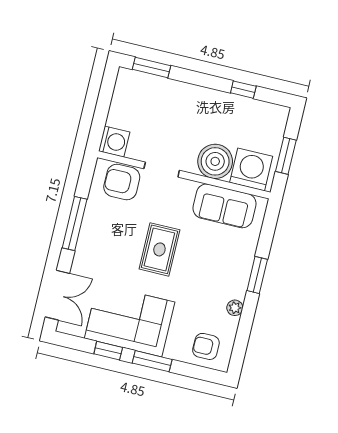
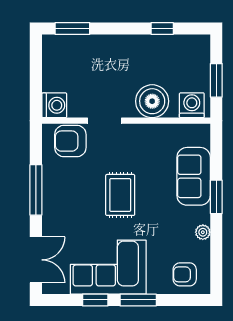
washing machine: (251, 169) -> (192, 105), width x0.73, depth x0.73
sofa: (224, 206) -> (194, 176), moved, turned 90

